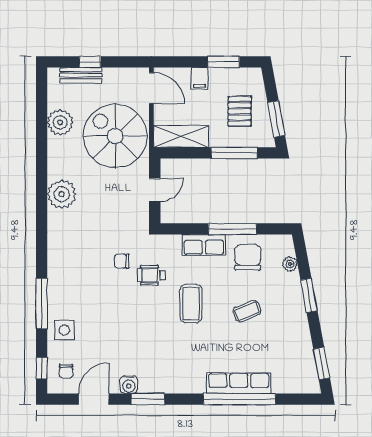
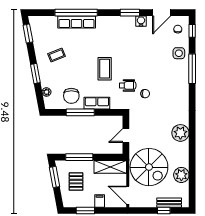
coffee table: (247, 311) -> (57, 55), moved

